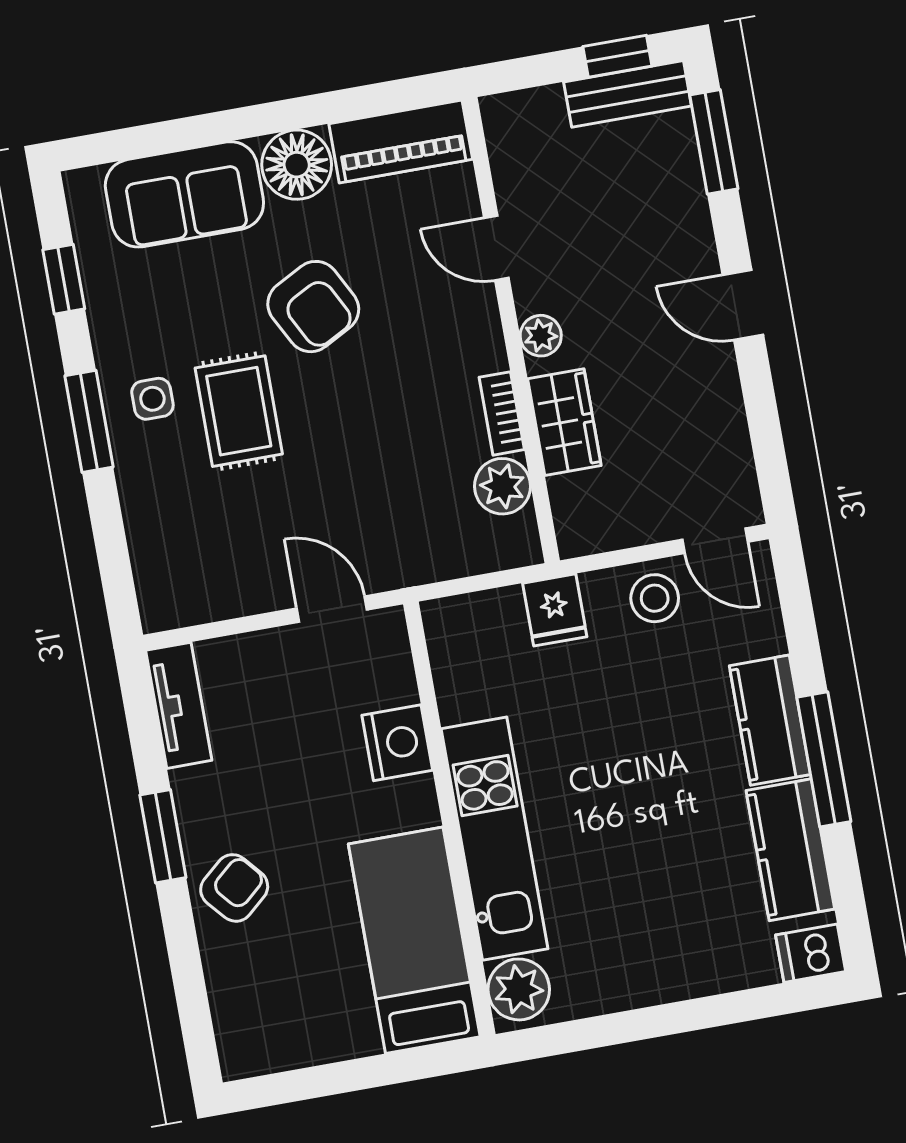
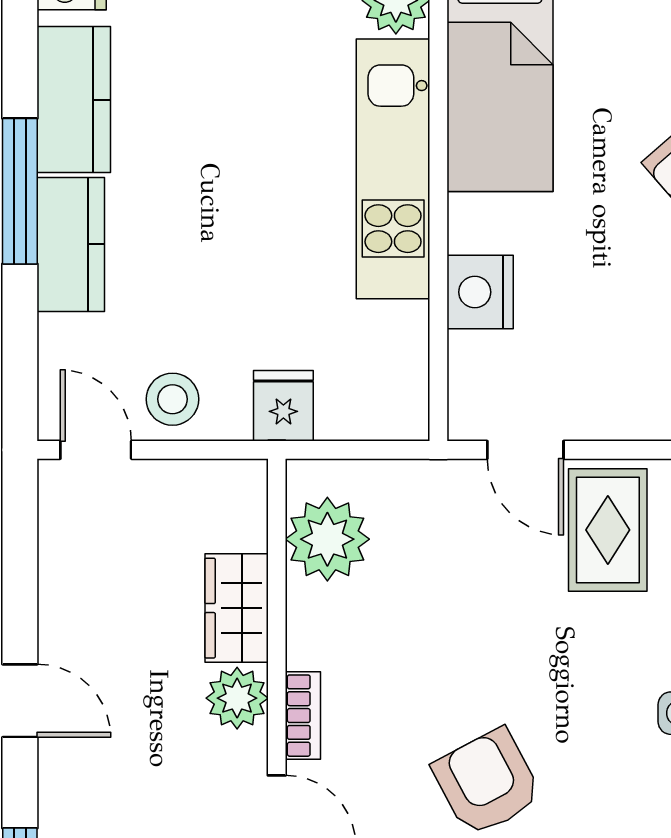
plant: (541, 336) -> (237, 698), width x1.38, depth x1.38
rug: (239, 411) -> (608, 530), moved
bookcase: (502, 413) -> (303, 716), moved
plant: (502, 486) -> (327, 539), width x1.36, depth x1.36

